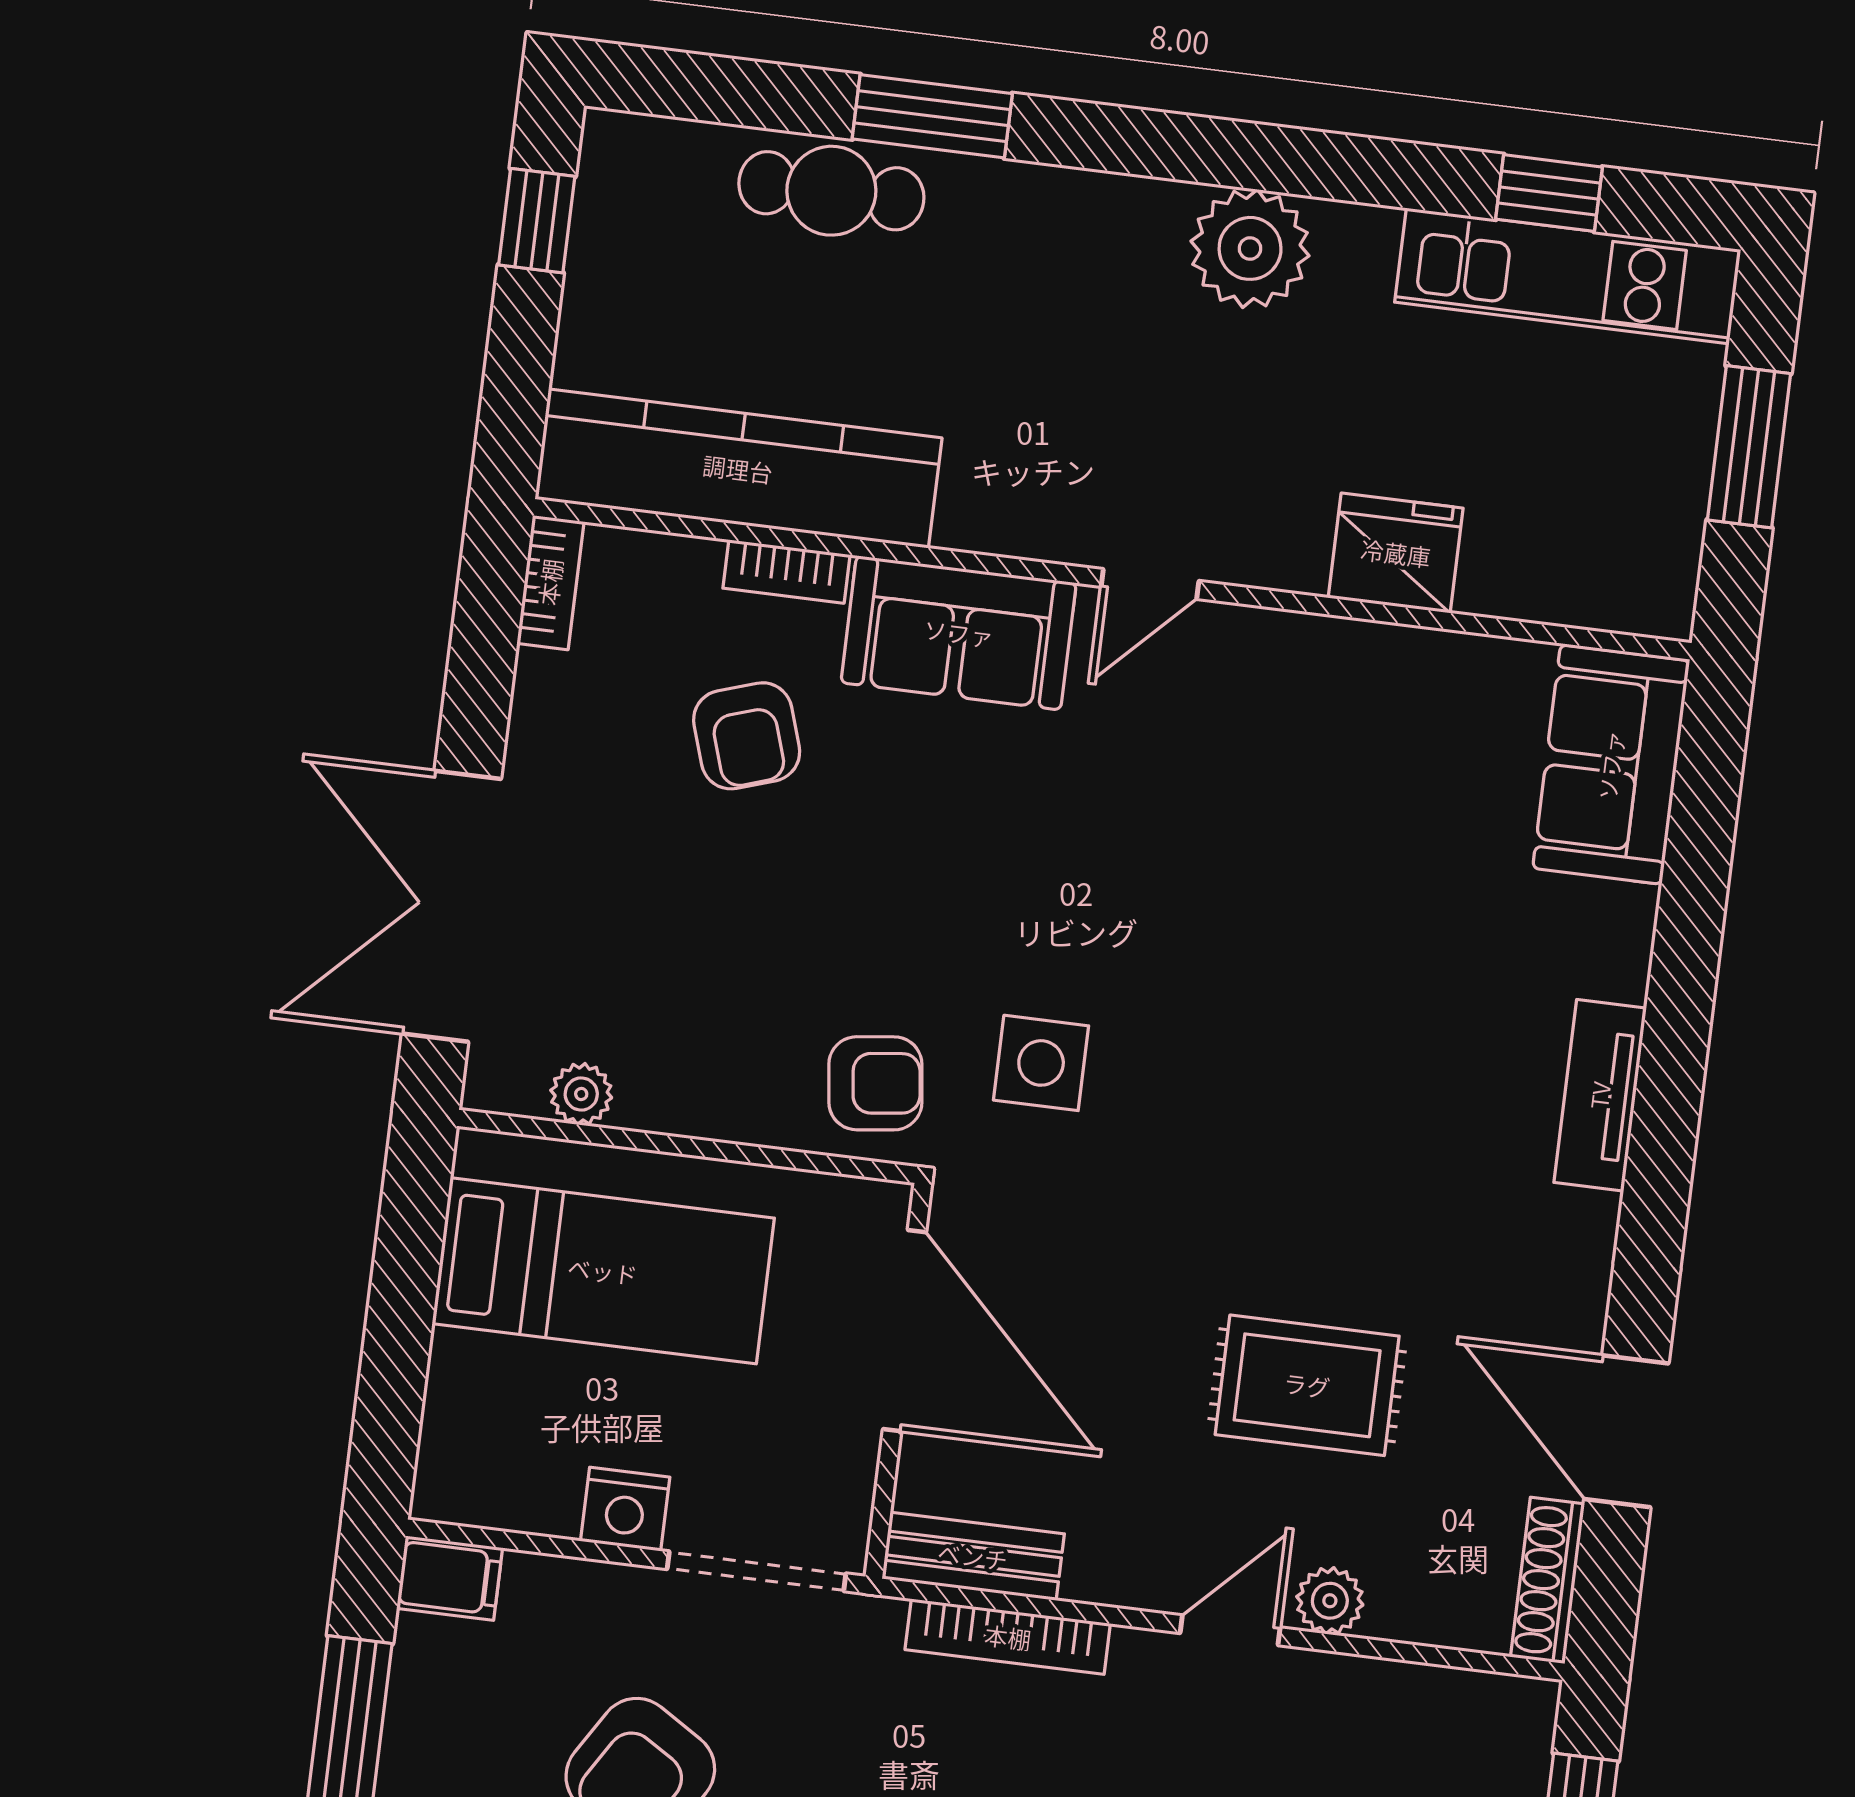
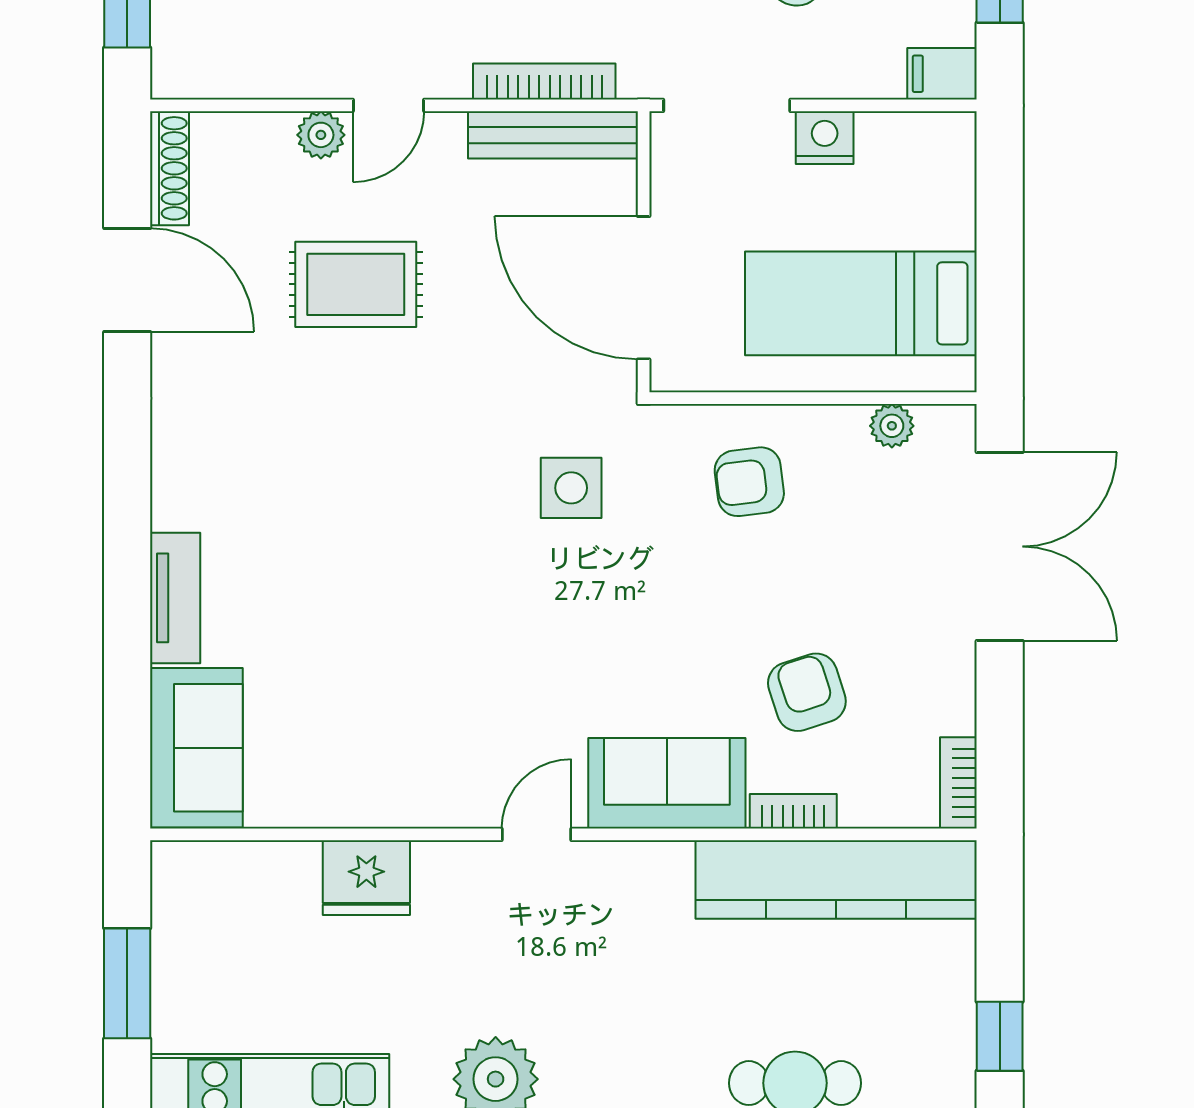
armchair: (875, 1083) -> (749, 482), moved
tv unit: (1600, 1095) -> (175, 598), moved
bench: (973, 1556) -> (553, 135), width x1.36

